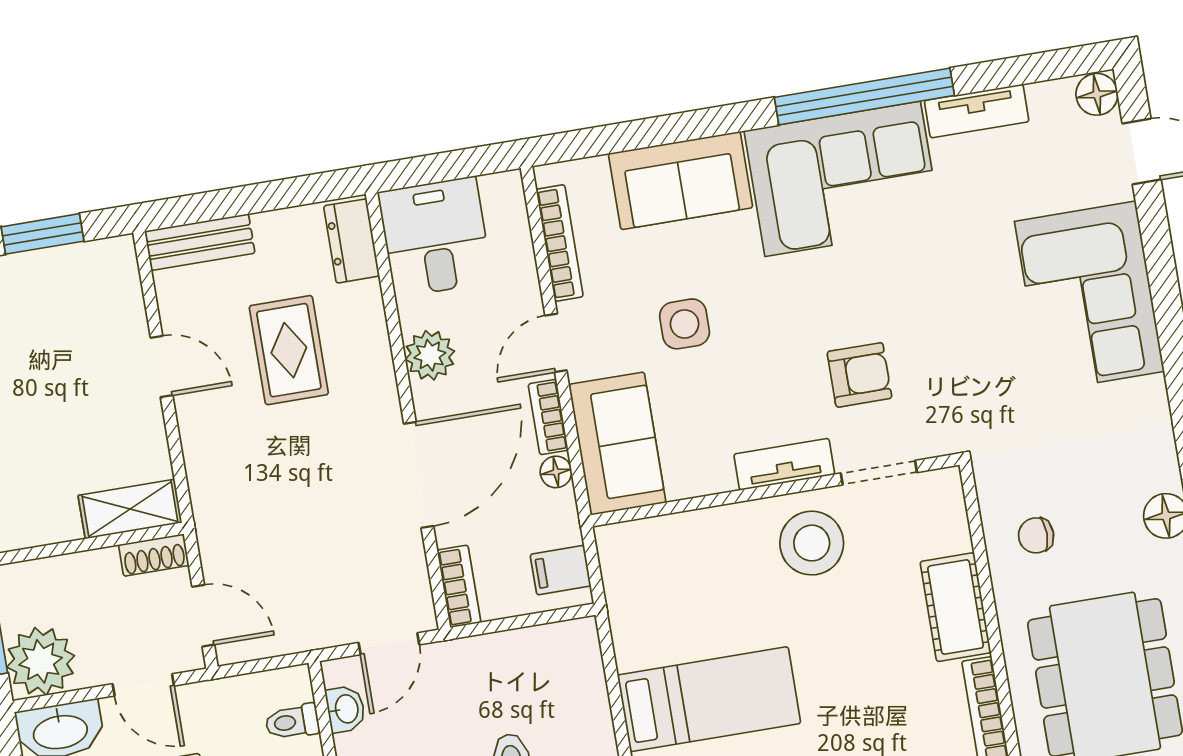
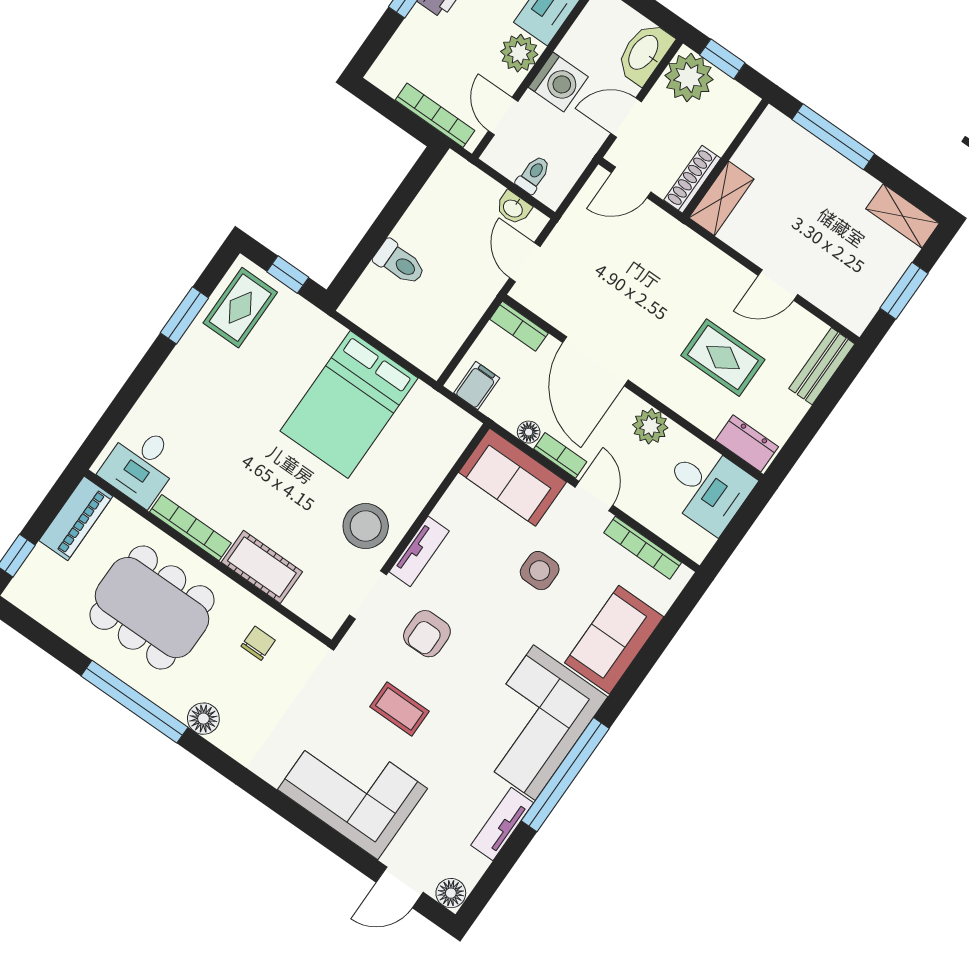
coffee table: (962, 328) -> (399, 709), added
shoe rack: (154, 555) -> (692, 179), width x1.43
bed: (709, 699) -> (349, 404), width x1.50

